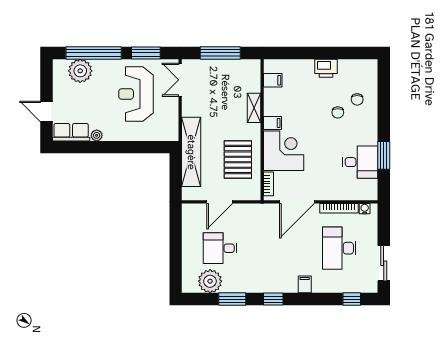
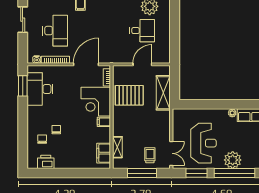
printer: (326, 68) -> (46, 162), moved
plant: (80, 71) -> (233, 160), moved
trolley: (209, 77) -> (150, 155), added
filing cabinet: (273, 80) -> (104, 153), width x2.00
shelving: (254, 108) -> (117, 147), moved
shelving: (191, 152) -> (163, 93), width x0.68
window: (384, 155) -> (23, 86), moved
pallet: (238, 160) -> (129, 95), turned 90
desk: (360, 162) -> (40, 89), width x1.37

